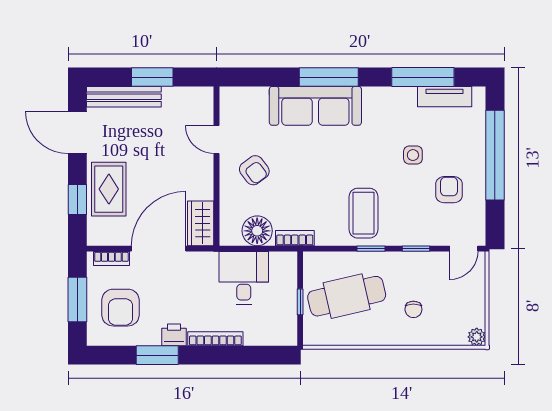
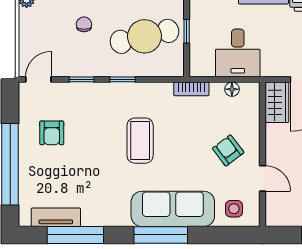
side table: (413, 155) -> (234, 209), moved
coffee table: (364, 213) -> (140, 141), moved
floor lamp: (257, 231) -> (232, 89), width x0.53, depth x0.53

